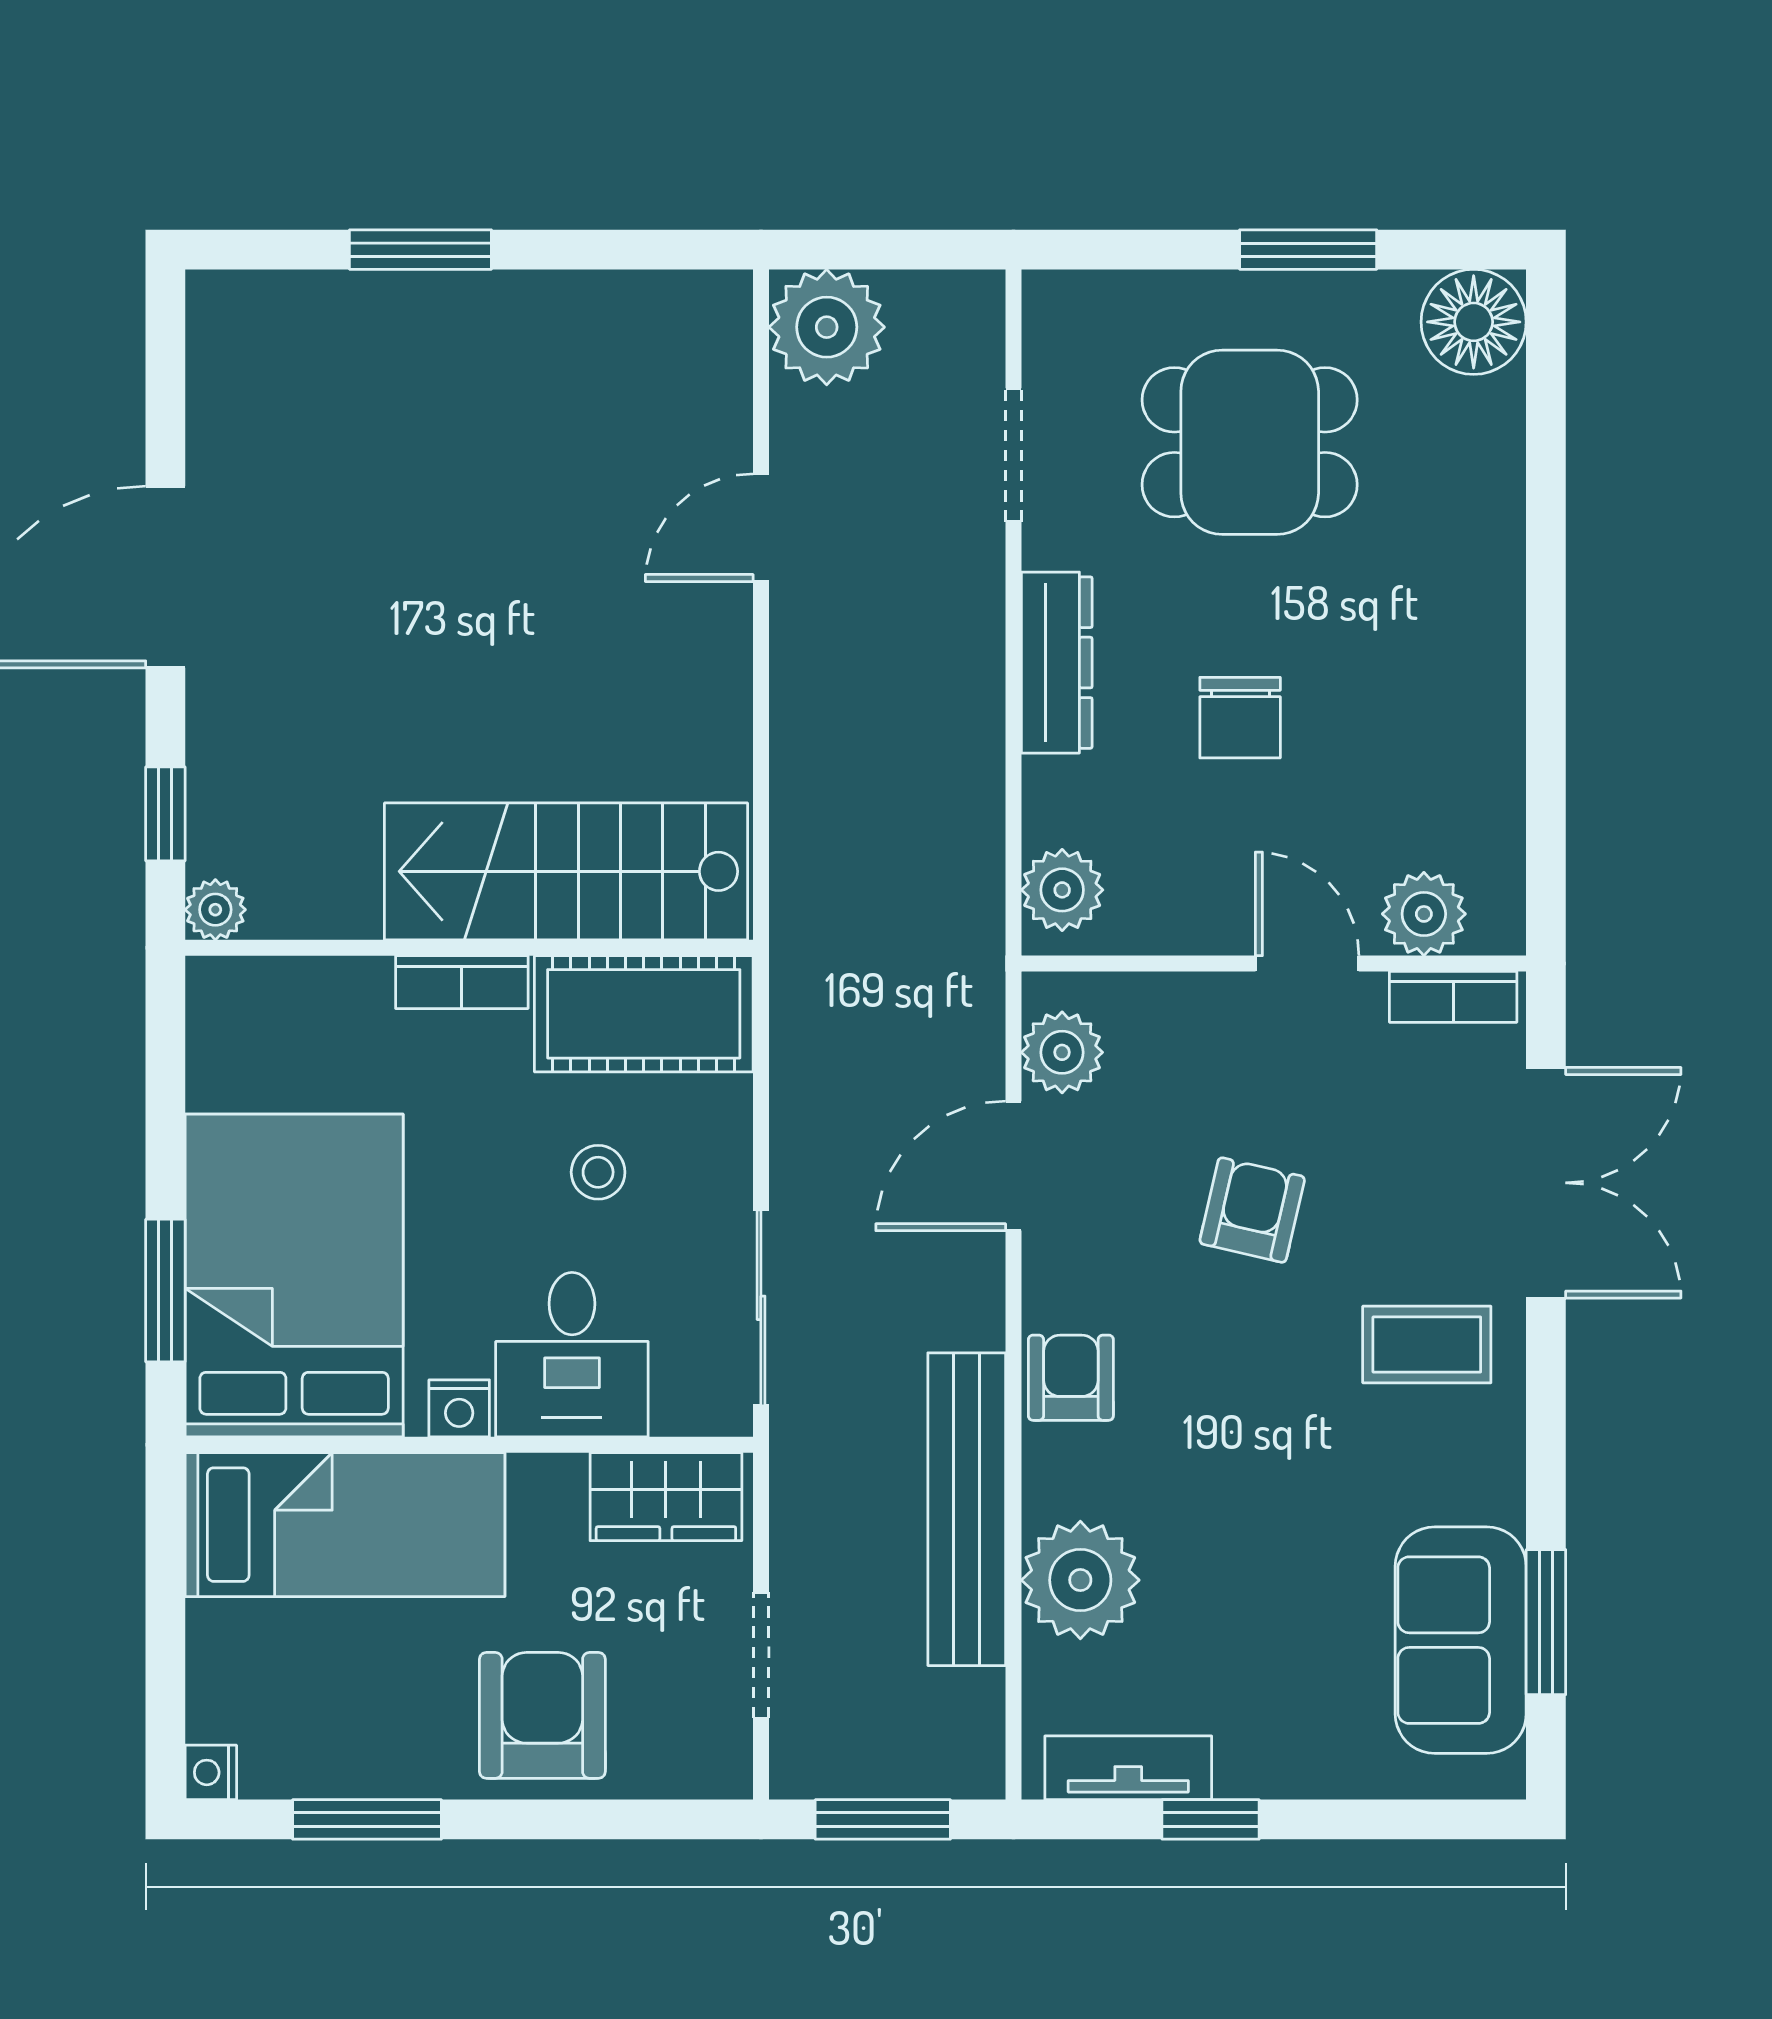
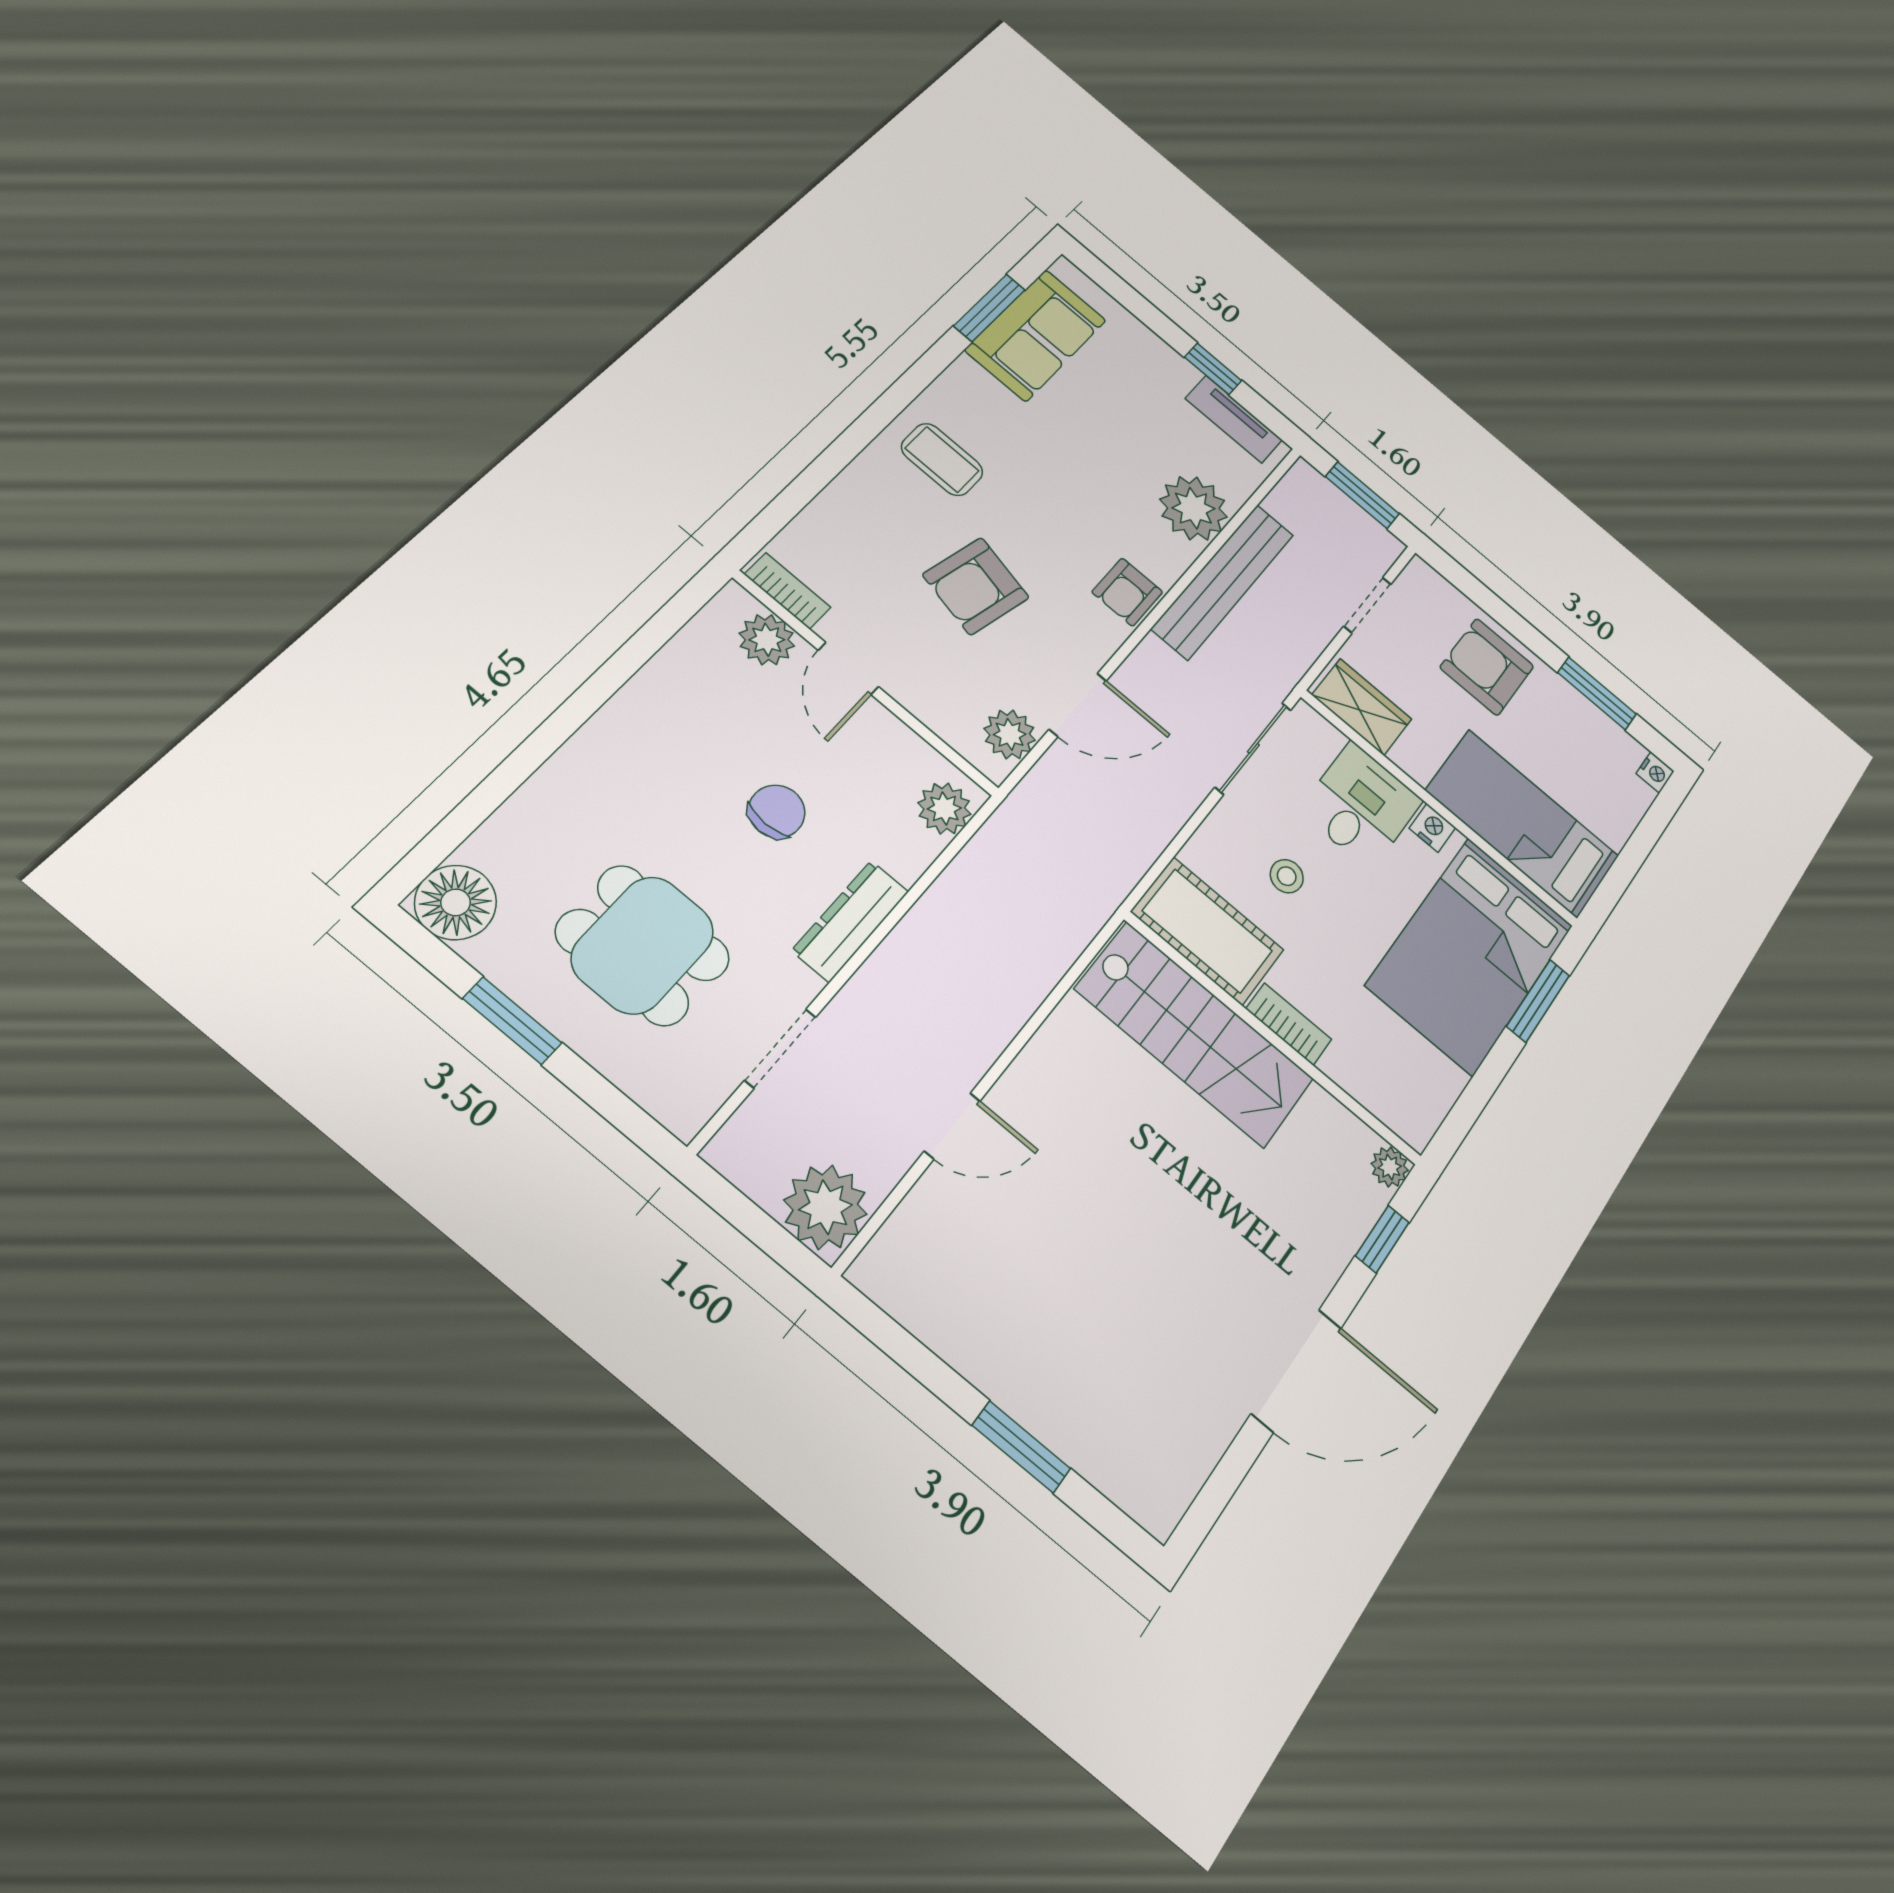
double door: (1546, 1183) -> (819, 474), removed
armchair: (1252, 1210) -> (976, 586), width x1.38, depth x1.38
armchair: (542, 1715) -> (1487, 667), turned 90

